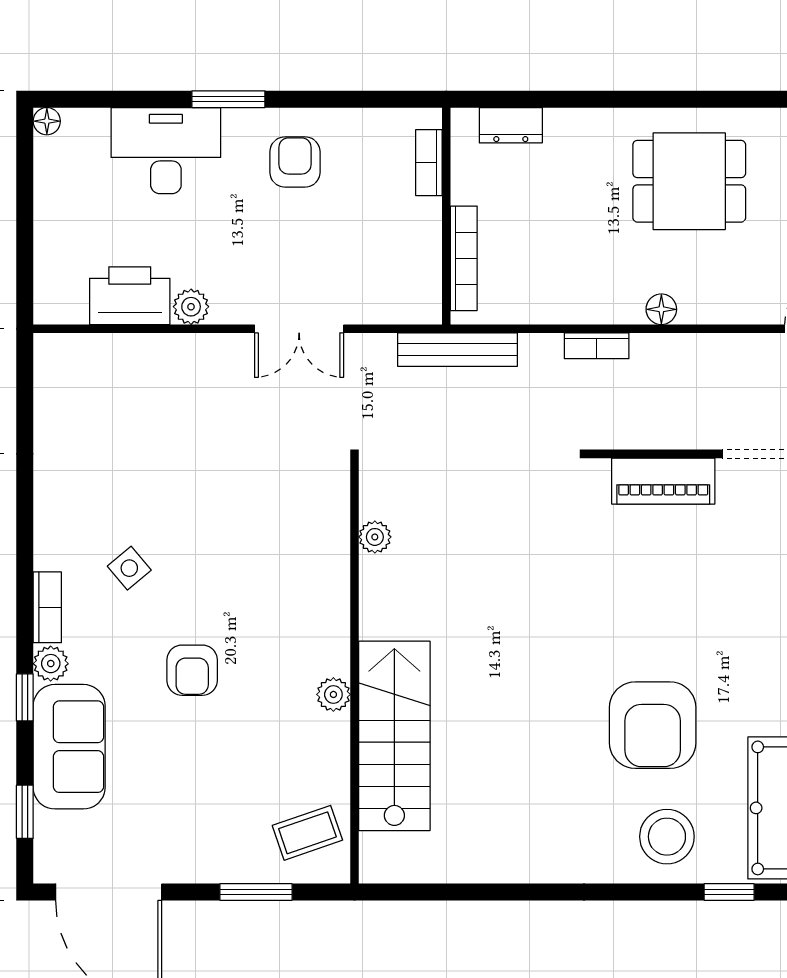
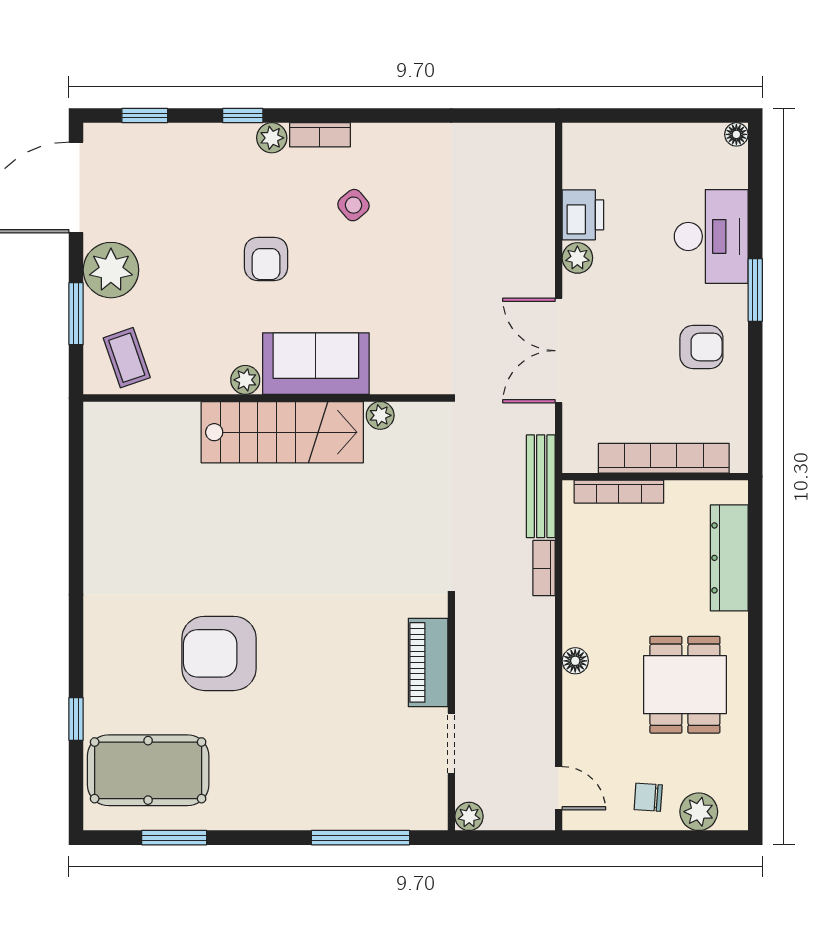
dresser: (511, 125) -> (729, 558), width x1.96, depth x1.24
bookcase: (429, 163) -> (664, 458), width x2.31, depth x1.31
printer: (130, 296) -> (583, 215), width x0.73, depth x0.84
double door: (299, 329) -> (559, 351), width x1.37
bookcase: (597, 346) -> (544, 568), moved
armchair: (192, 670) -> (266, 259), turned -90
stairs: (394, 736) -> (282, 432), moved
sofa: (69, 747) -> (316, 364), moved, turned 180
stool: (667, 837) -> (123, 666), removed
plant: (205, 851) -> (111, 270), added

